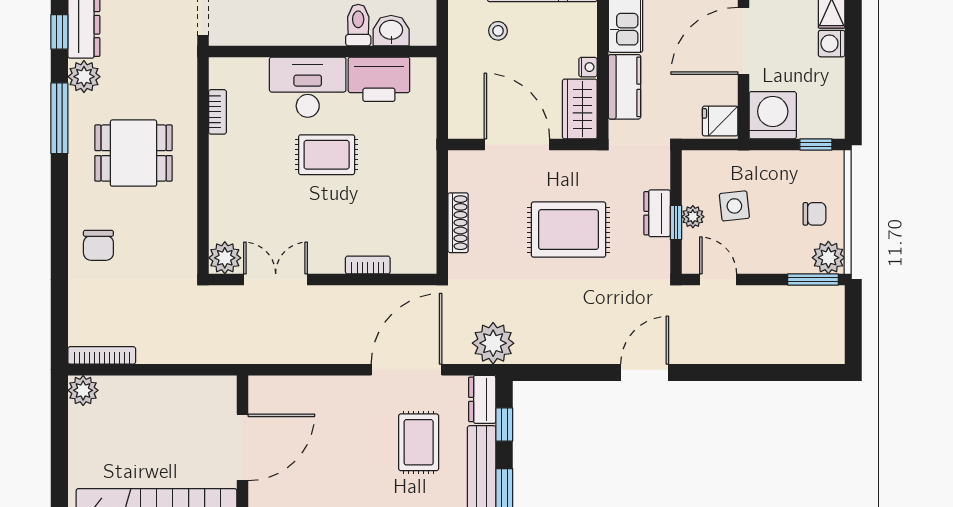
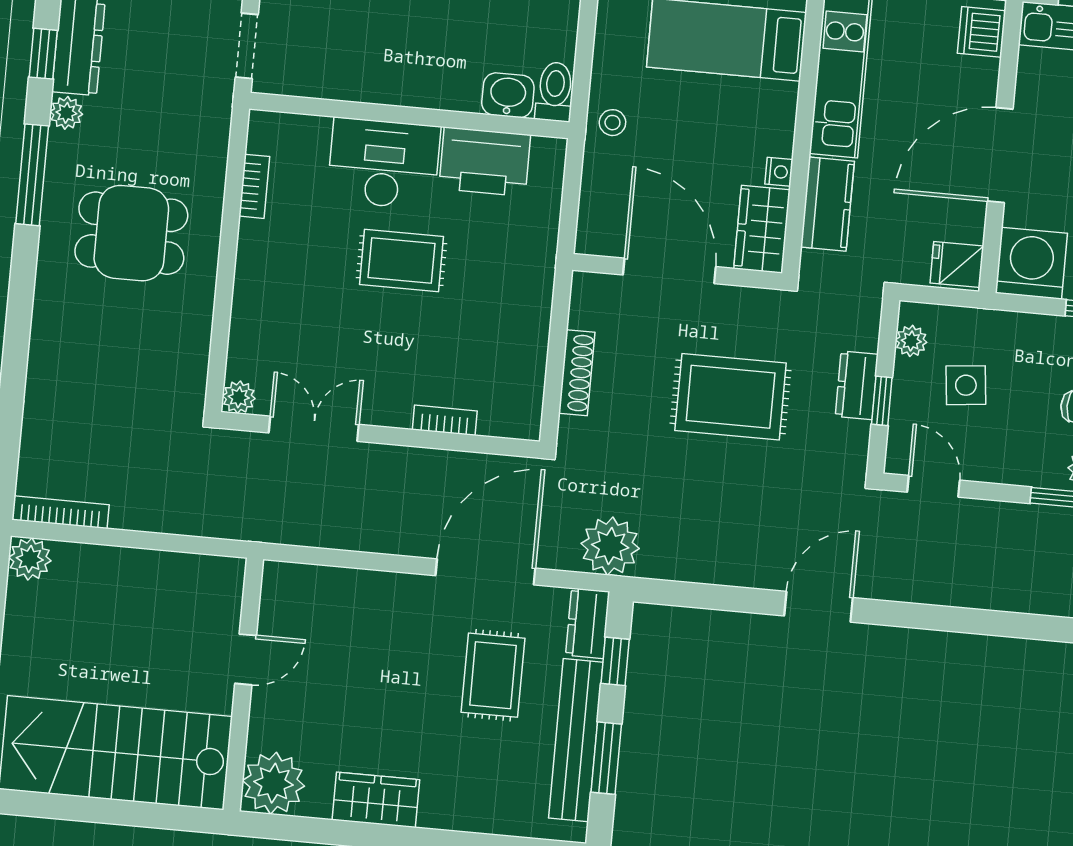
toilet: (358, 25) -> (555, 92), moved
stool: (498, 31) -> (612, 123), moved
plant: (84, 77) -> (66, 113), width x0.73, depth x0.73
plant: (693, 217) -> (911, 341), moved
chair: (98, 245) -> (70, 358), removed
plant: (225, 258) -> (239, 397), width x0.73, depth x0.73
door: (242, 447) -> (246, 659), width x0.53

